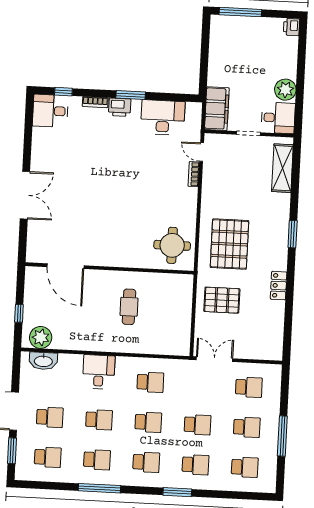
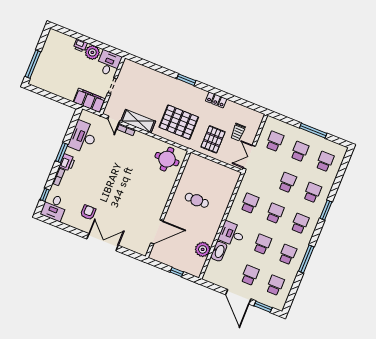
printer: (291, 27) -> (80, 45), moved
door: (202, 152) -> (114, 120), hinge flipped
armchair: (60, 161) -> (88, 212), added
shelving: (282, 168) -> (138, 121), moved
trolley: (244, 331) -> (238, 132), added
plant: (41, 337) -> (203, 249), moved
washbasin: (43, 361) -> (219, 251), moved

